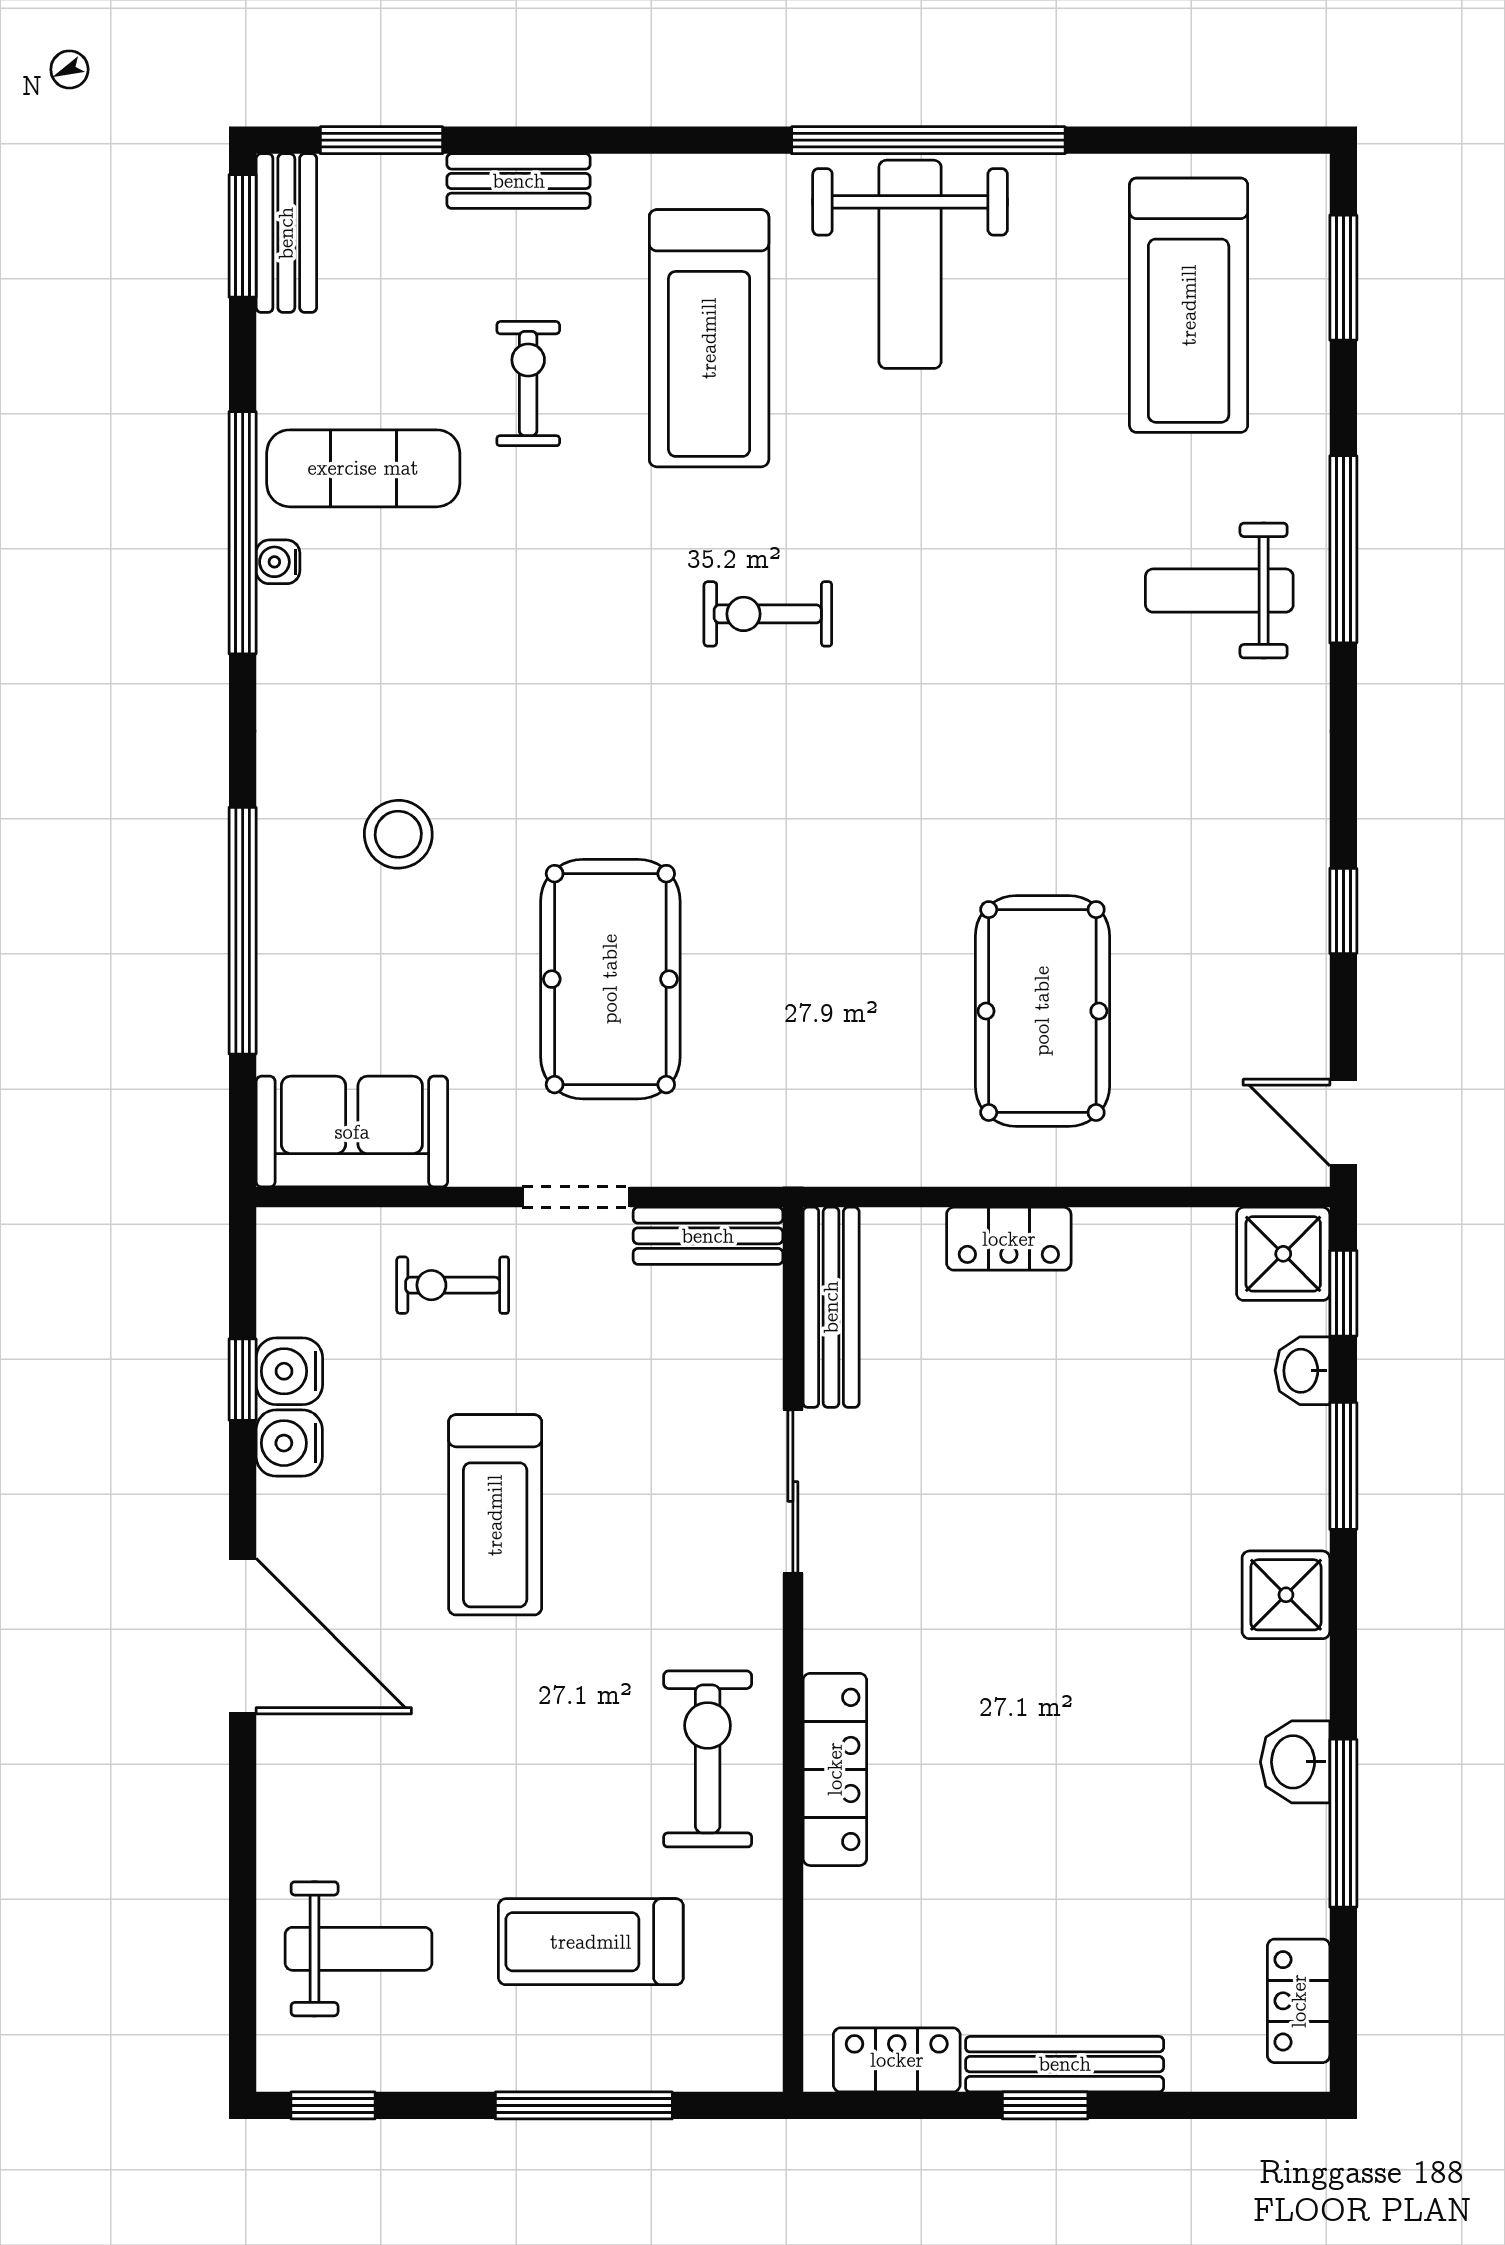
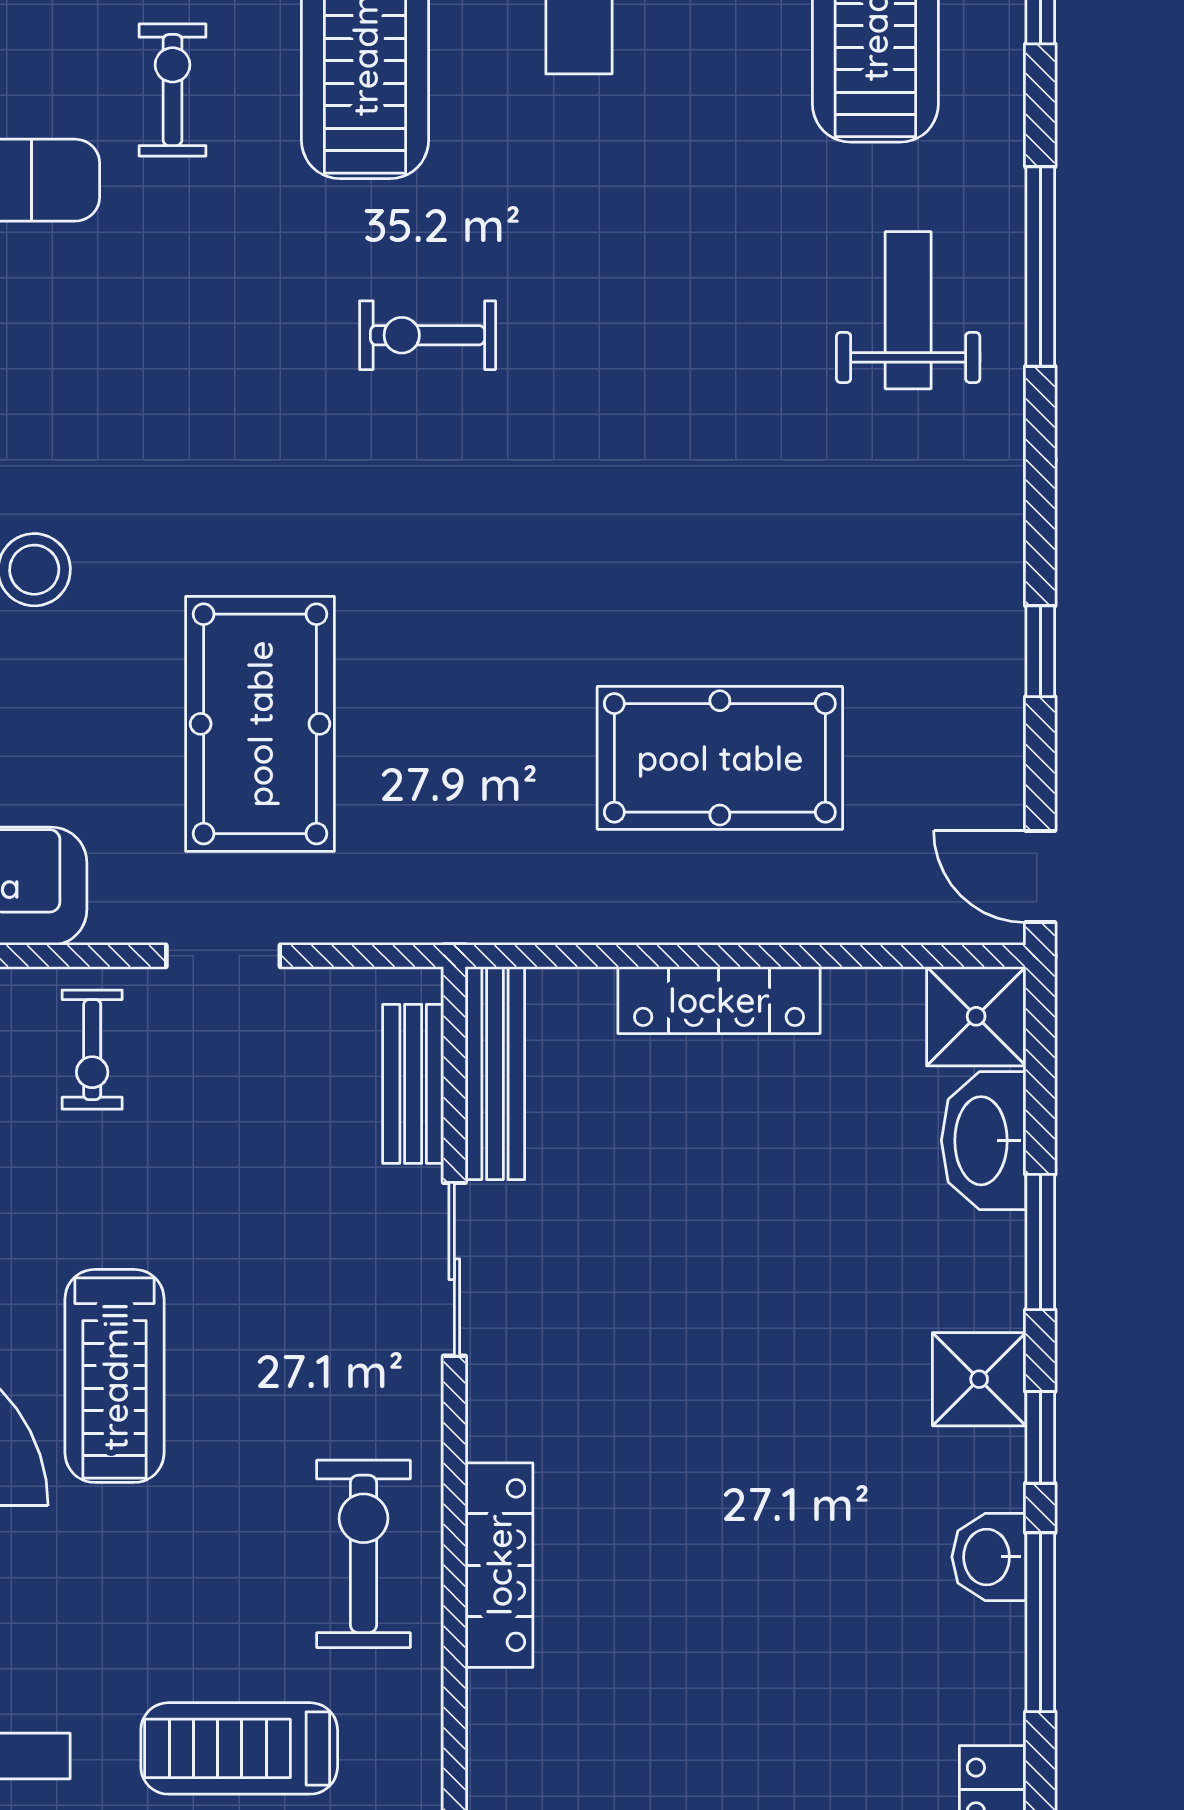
weight bench: (1219, 591) -> (908, 310), turned 90
pool table: (1042, 1011) -> (720, 758), turned 90
bench: (708, 1236) -> (413, 1084), moved, turned 90
locker: (1009, 1239) -> (719, 1000), width x1.53
exercise bike: (453, 1285) -> (92, 1050), turned -90
window: (1343, 1293) -> (1040, 1437), moved
washbasin: (1302, 1371) -> (984, 1141), width x1.91, depth x1.45
treadmill: (495, 1515) -> (115, 1376), moved

